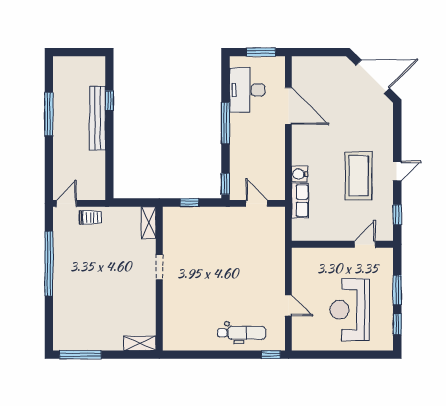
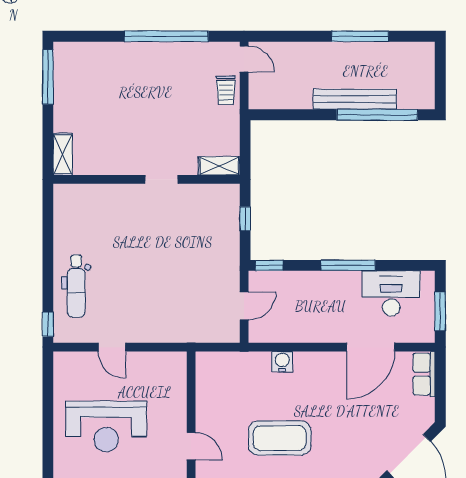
window: (109, 101) -> (377, 115), width x3.17
row of seats: (300, 201) -> (424, 374), moved, turned 90
door: (288, 305) -> (112, 347), hinge flipped
reception desk: (350, 310) -> (106, 426), turned 180

